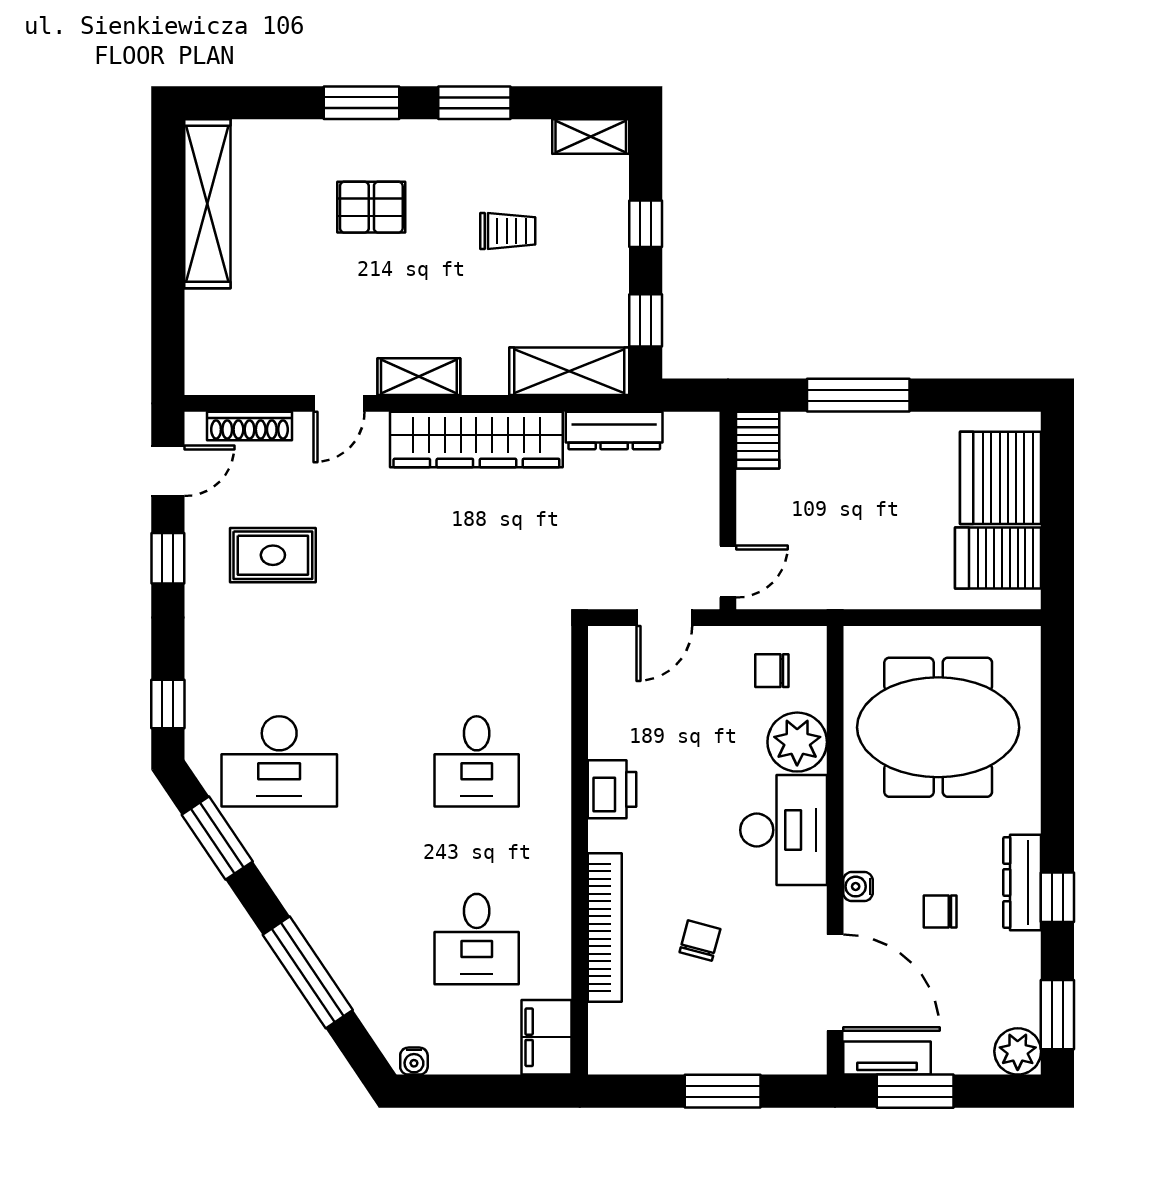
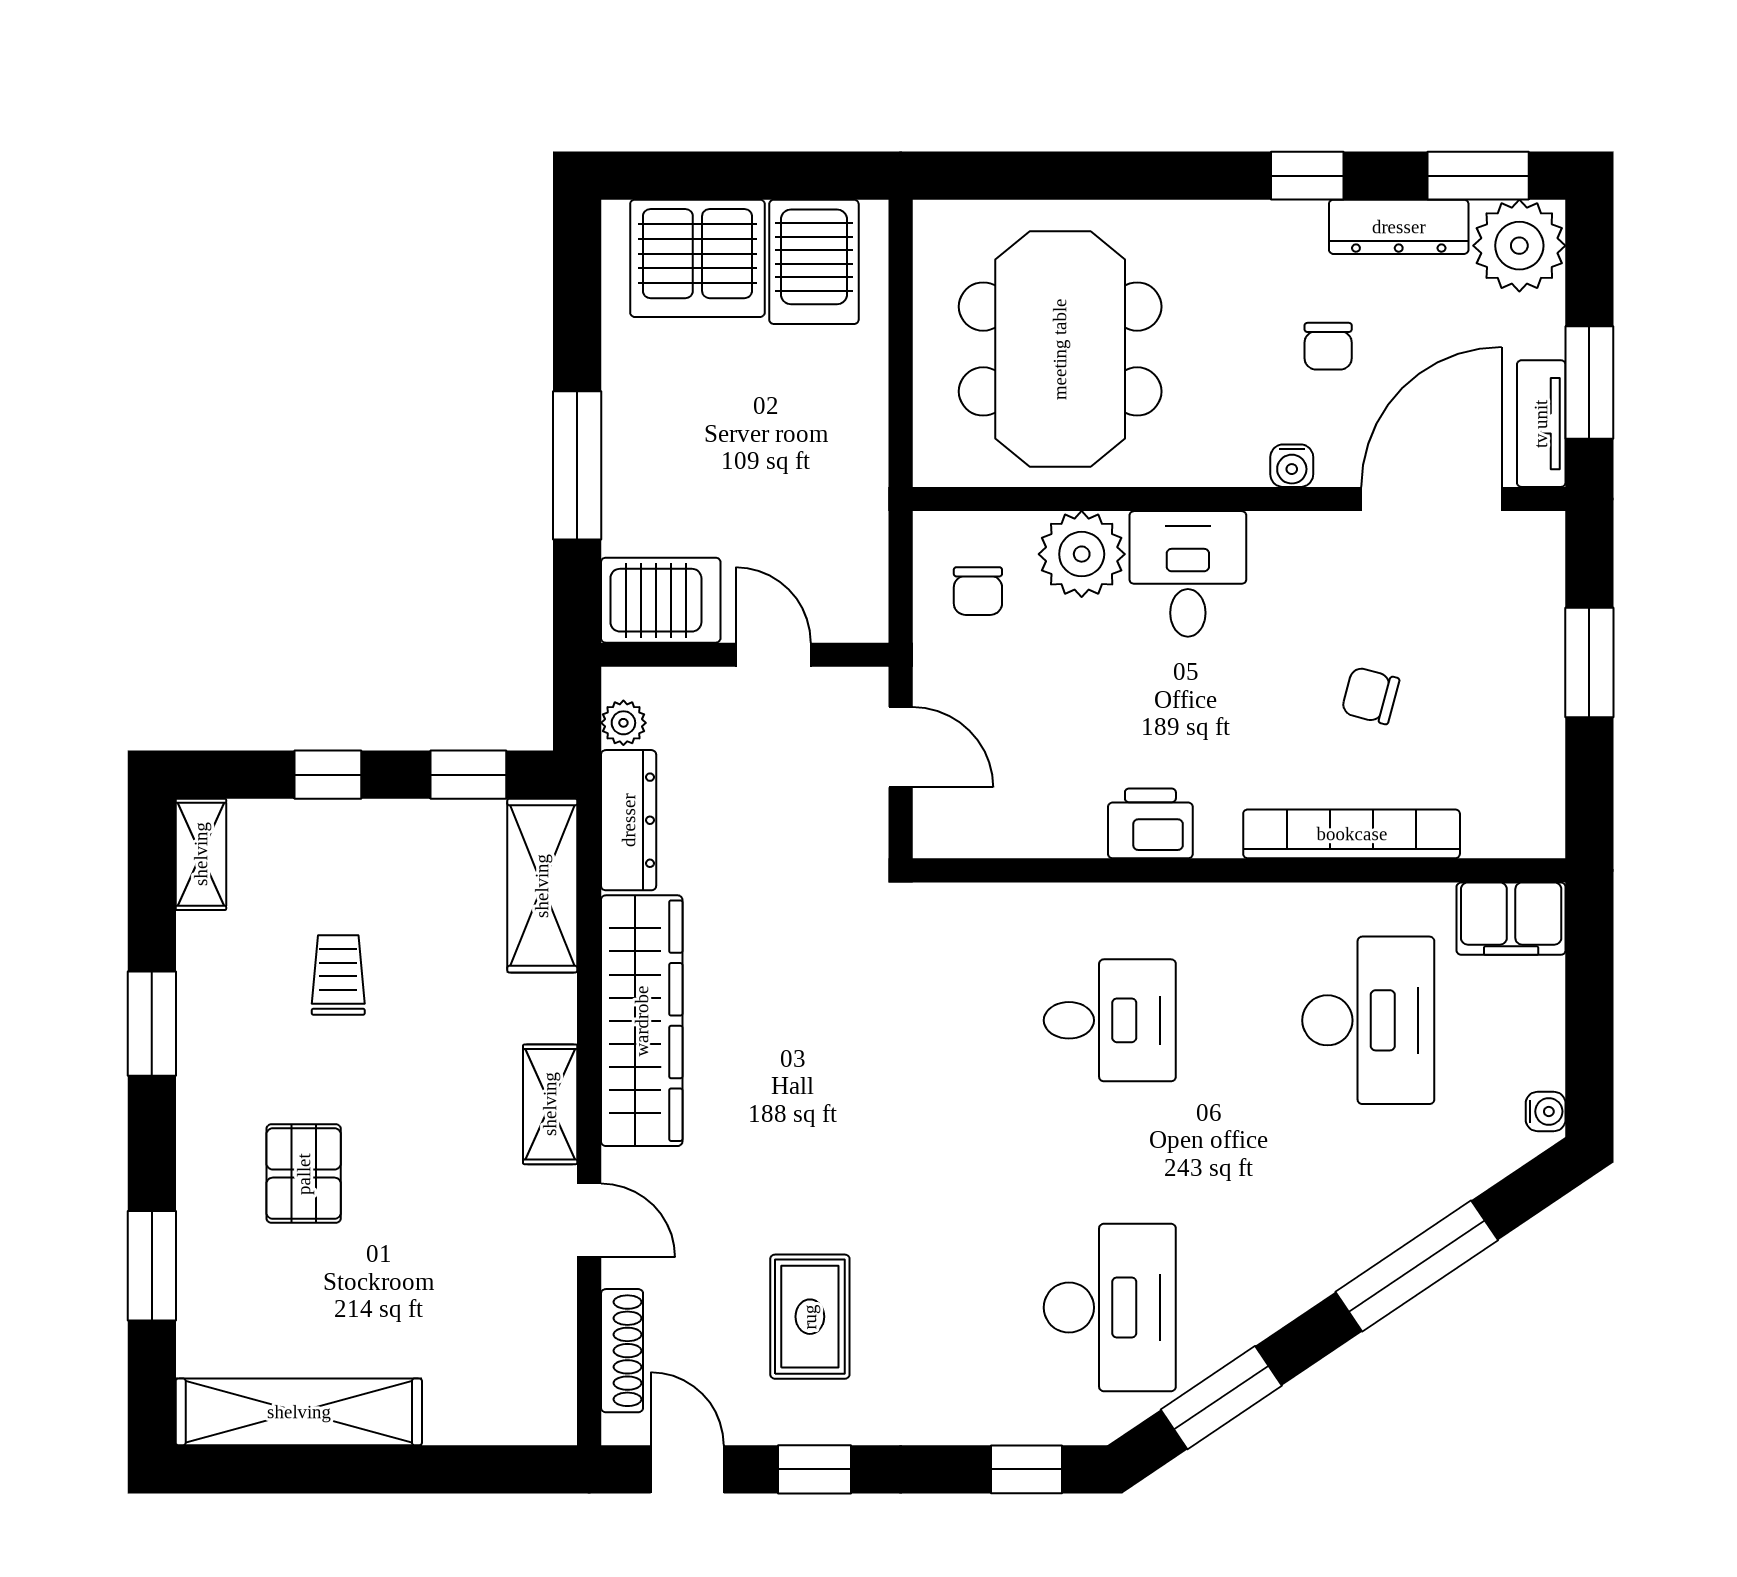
window: (361, 103) -> (152, 1266), moved
plant: (681, 427) -> (623, 723), added
server rack: (758, 440) -> (661, 600), width x1.36, depth x1.44
door: (728, 572) -> (773, 655), moved
desk: (784, 830) -> (1188, 574), width x0.73
dresser: (1022, 882) -> (1399, 227), moved
desk: (477, 939) -> (1368, 1020), width x1.37
plant: (1018, 1051) -> (1519, 246), width x1.36, depth x1.36

